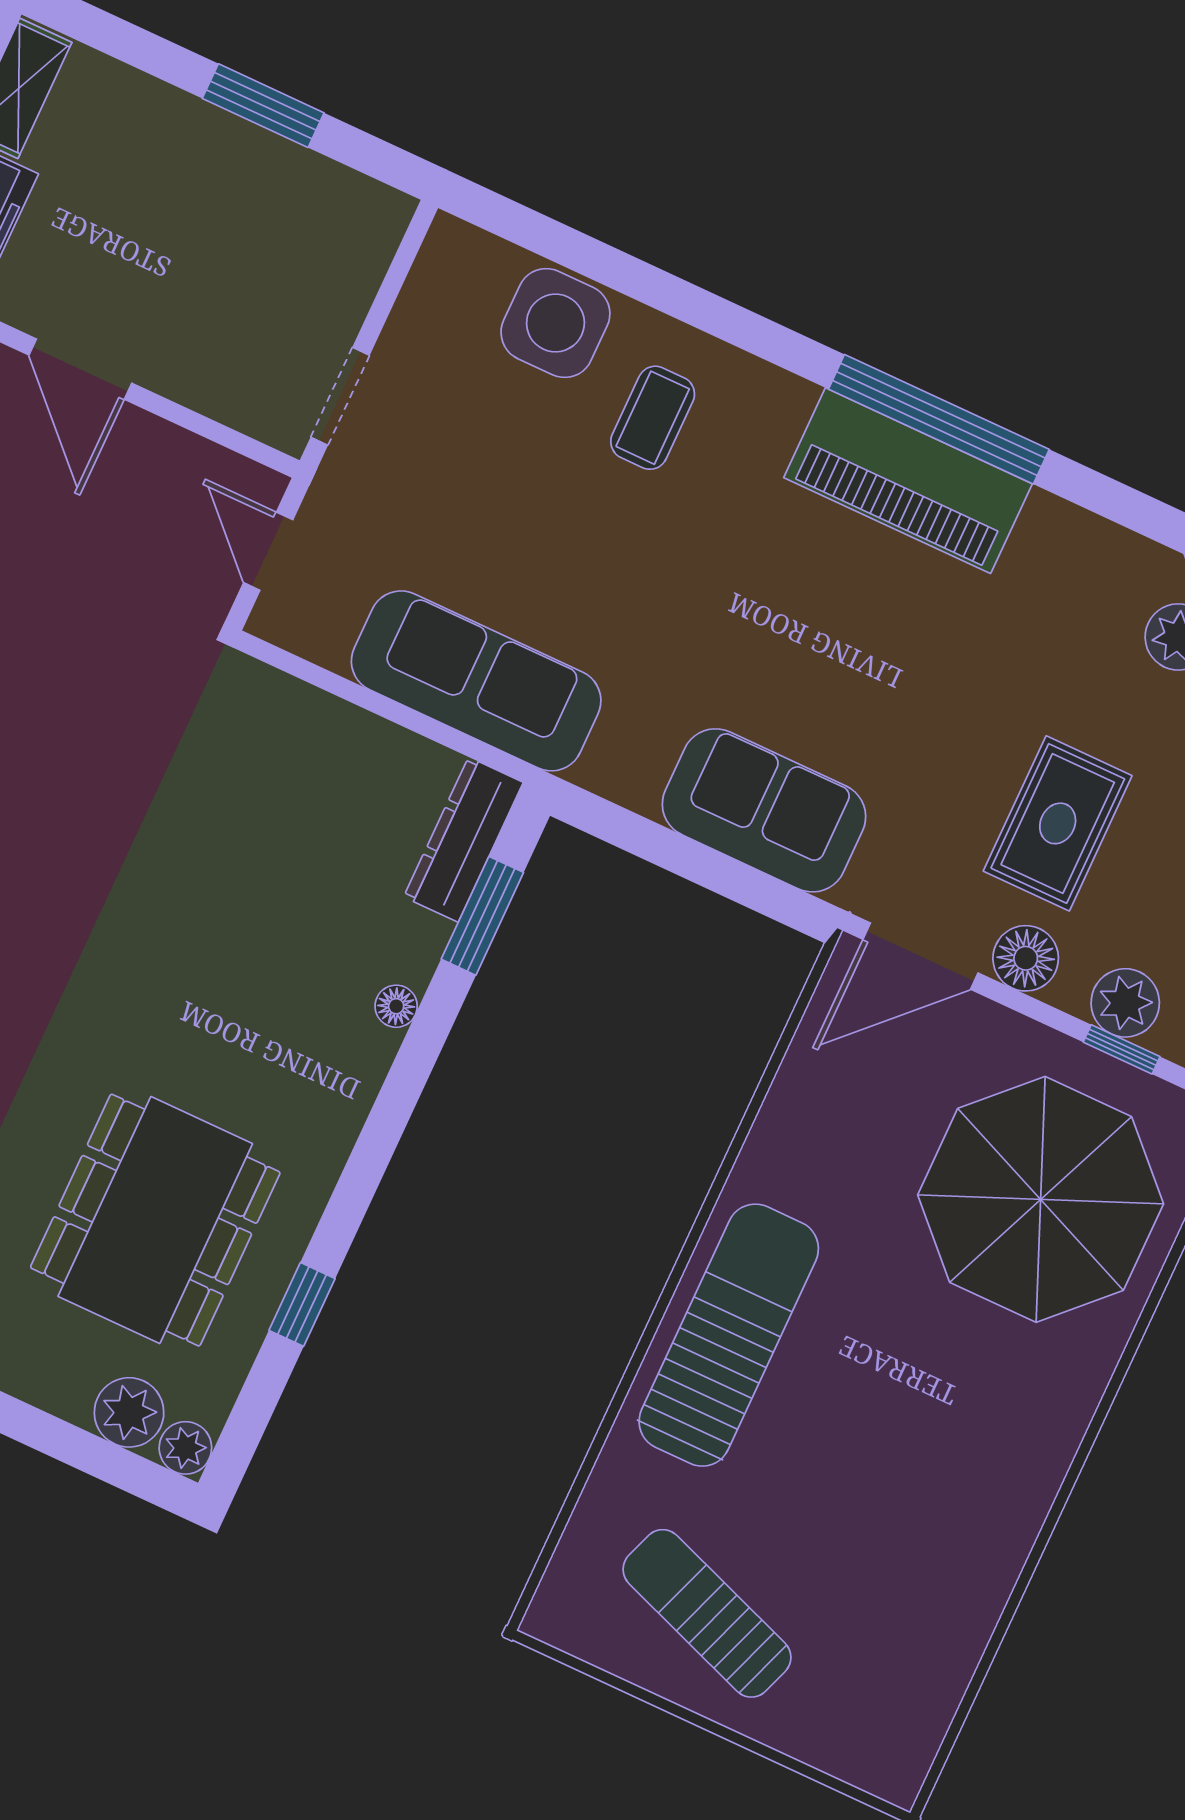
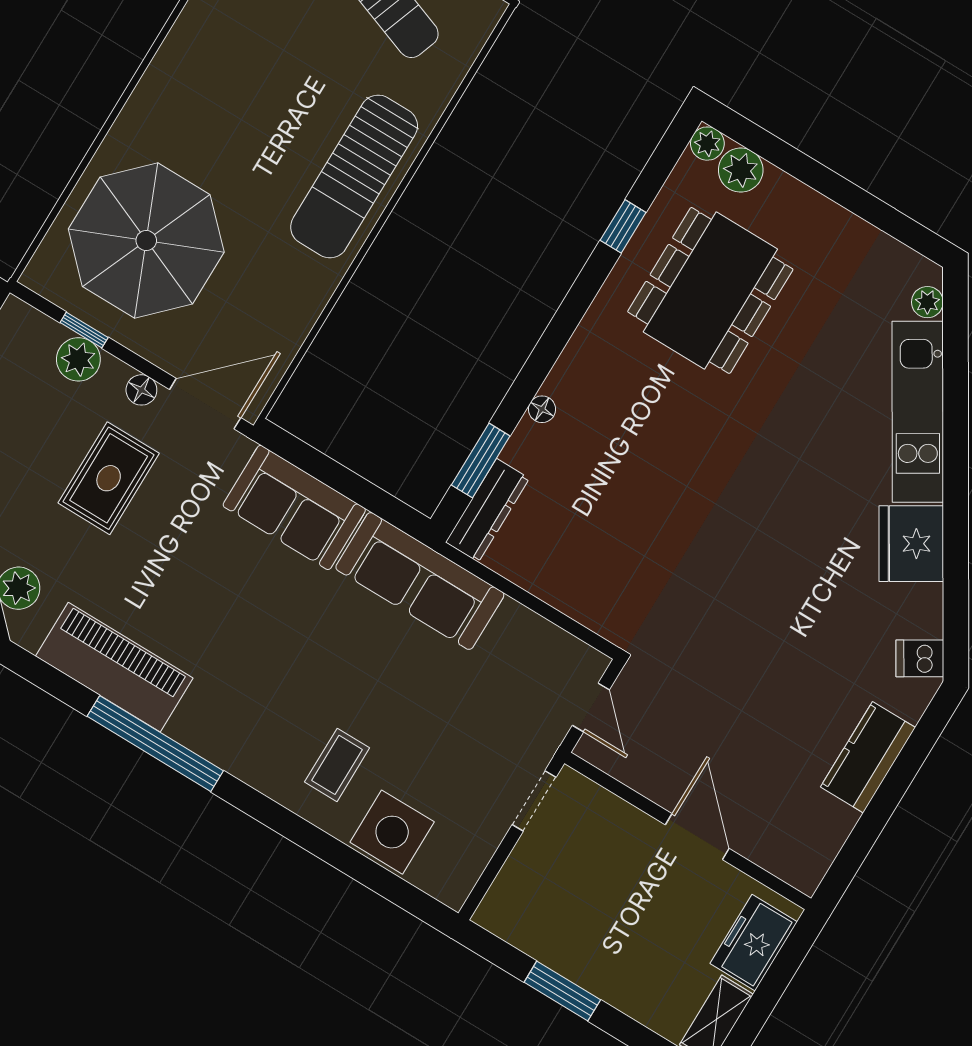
piano: (908, 481) -> (114, 667), moved
sofa: (476, 681) -> (420, 581), moved
floor lamp: (1026, 958) -> (141, 390), width x0.73, depth x0.73

